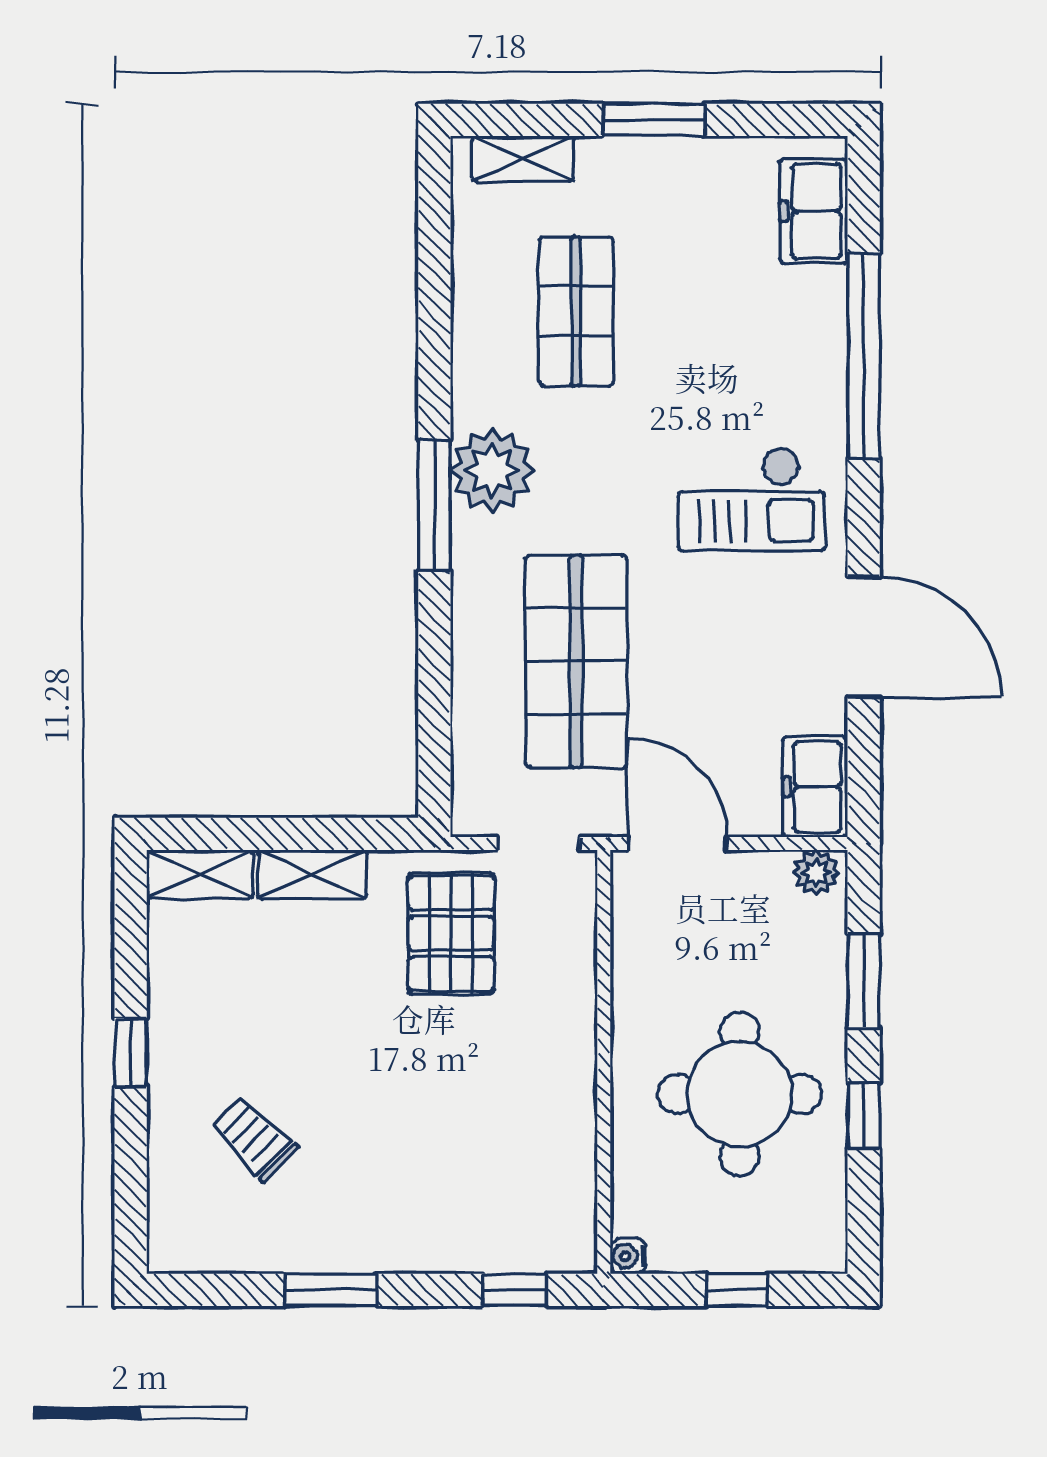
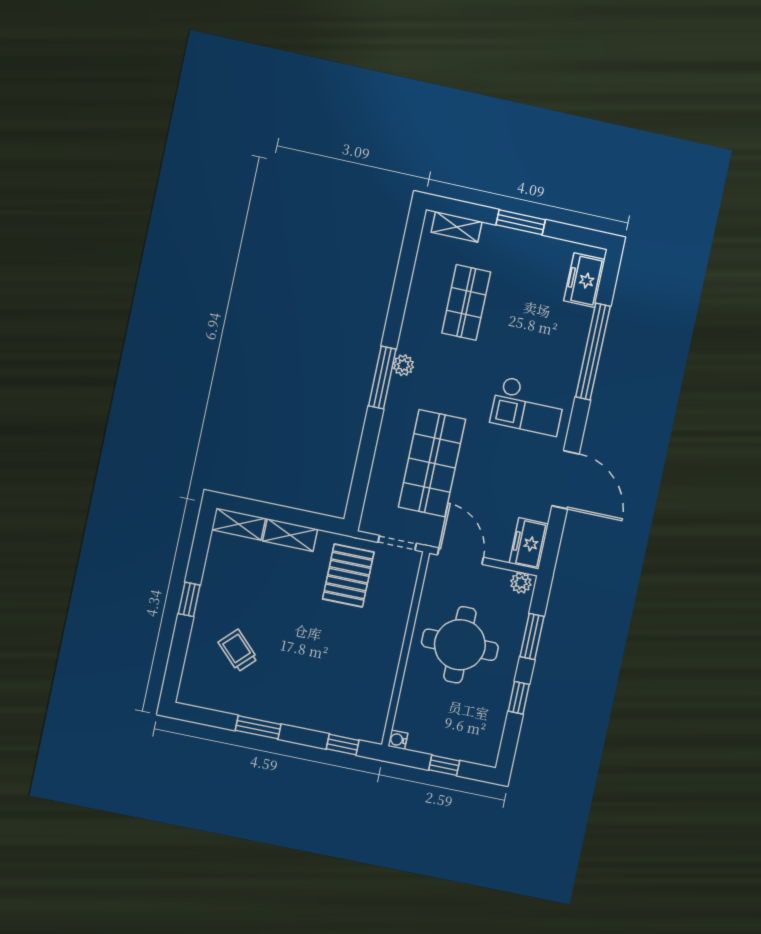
plant: (492, 470) -> (403, 365), width x0.53, depth x0.53
round table: (740, 1094) -> (460, 645), moved

